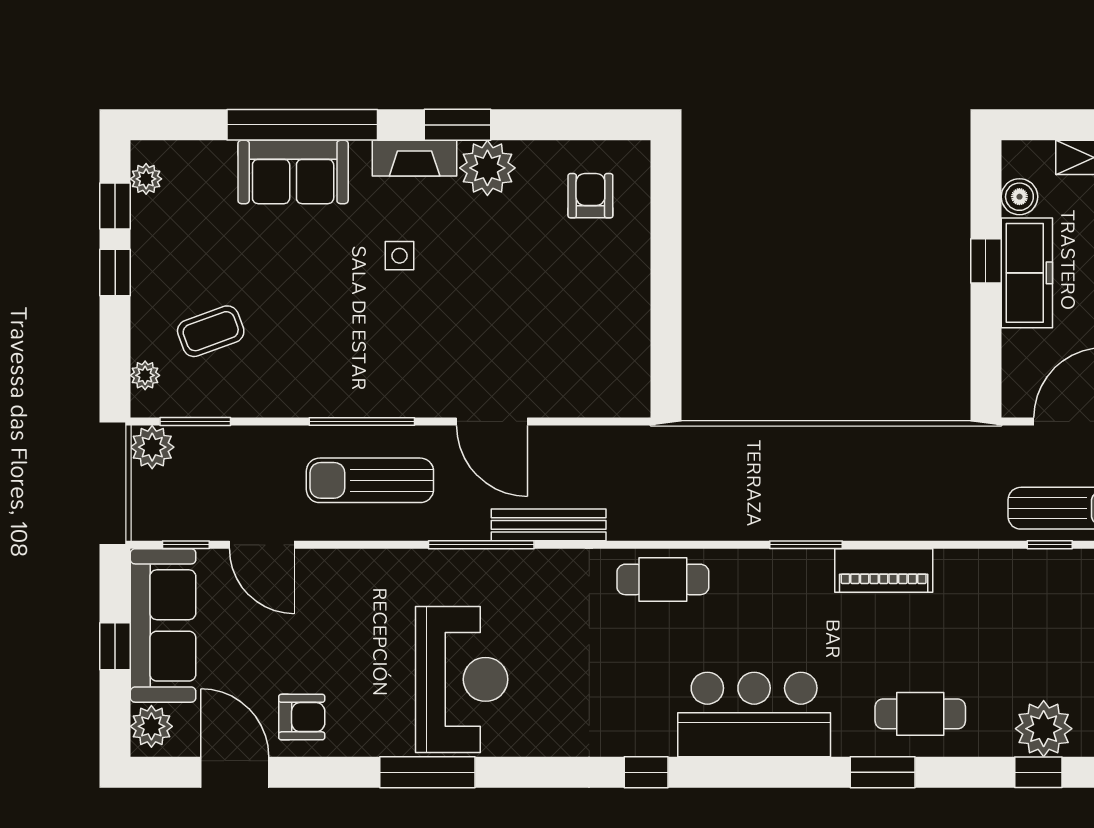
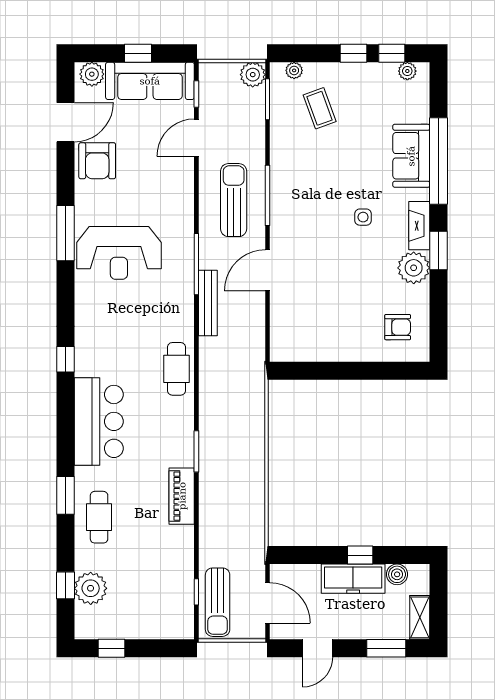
armchair: (302, 717) -> (97, 161), width x1.38, depth x1.38

